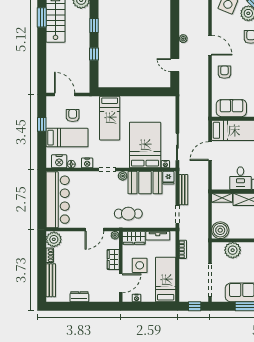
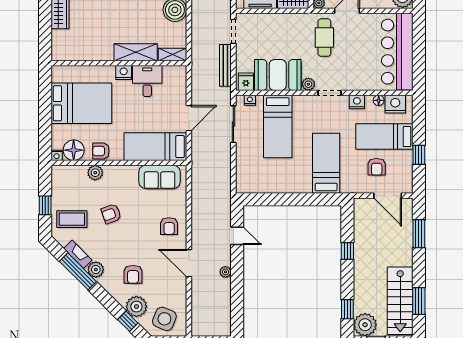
window: (94, 25) -> (347, 309), moved
window: (42, 67) -> (419, 234), added
bed: (145, 145) -> (278, 126), width x0.67
cafe table: (128, 214) -> (324, 38), moved, turned 90

